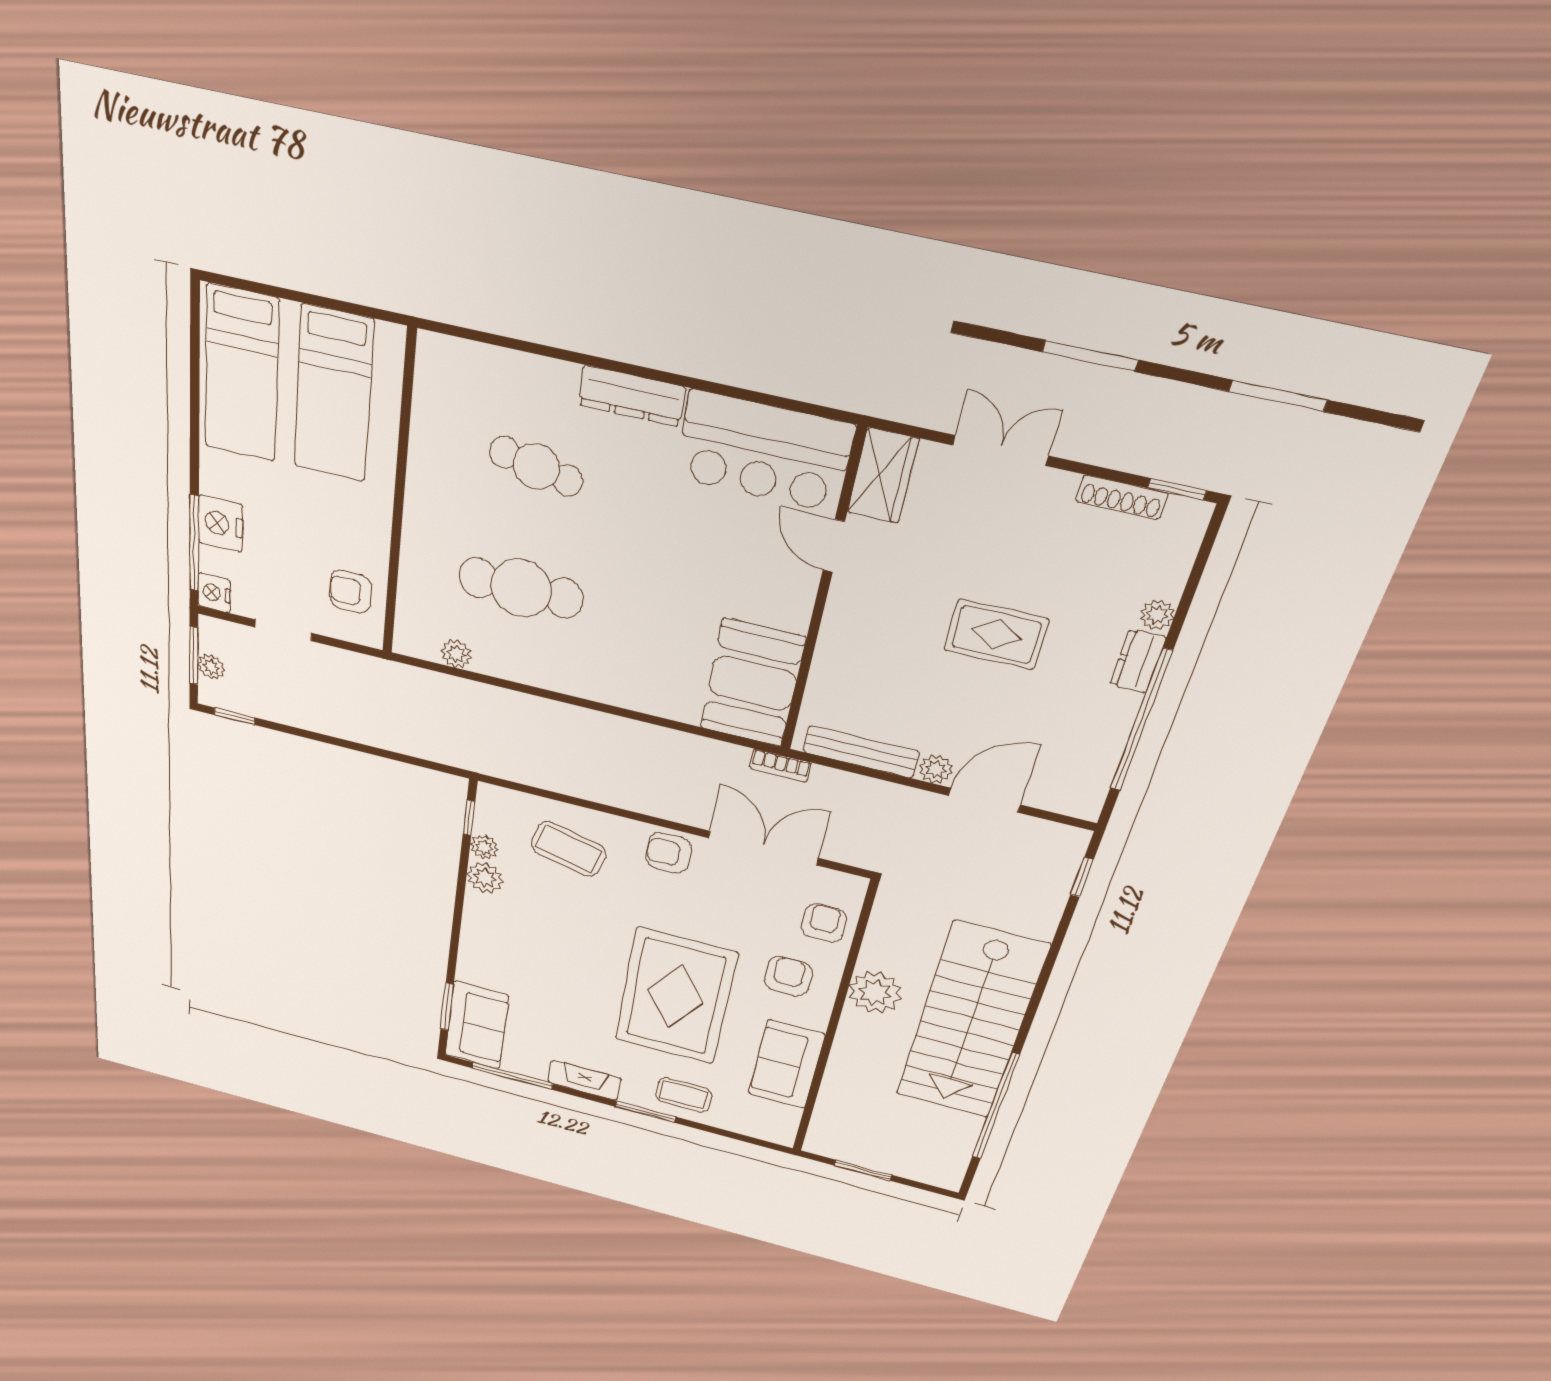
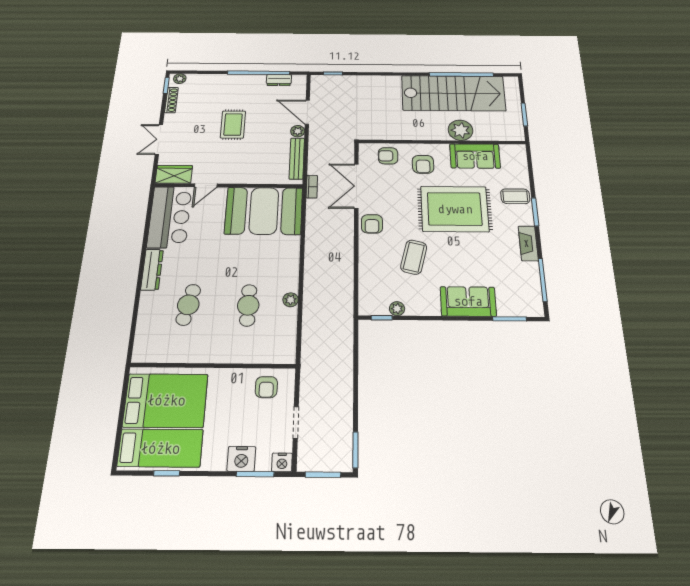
window: (195, 381) -> (167, 473), added
bed: (333, 394) -> (166, 400), width x1.50
window: (194, 543) -> (255, 474), width x0.69
cafe table: (521, 588) -> (248, 305), width x0.73, depth x0.74
plant: (1157, 615) -> (180, 79), moved
plant: (456, 654) -> (291, 300), moved
dresser: (1138, 661) -> (279, 80), moved
plant: (211, 667) -> (328, 464), removed
booth: (752, 683) -> (264, 211), width x1.36, depth x1.42
window: (235, 716) -> (355, 450), width x1.50
coffee table: (569, 849) -> (414, 257), moved
plant: (485, 878) -> (416, 307), removed
armchair: (788, 976) -> (423, 164), turned -90
plant: (875, 992) -> (460, 130), moved
stairs: (971, 1022) -> (453, 93), moved
sofa: (477, 1026) -> (468, 301), moved
coffee table: (684, 1095) -> (515, 196), turned 90

